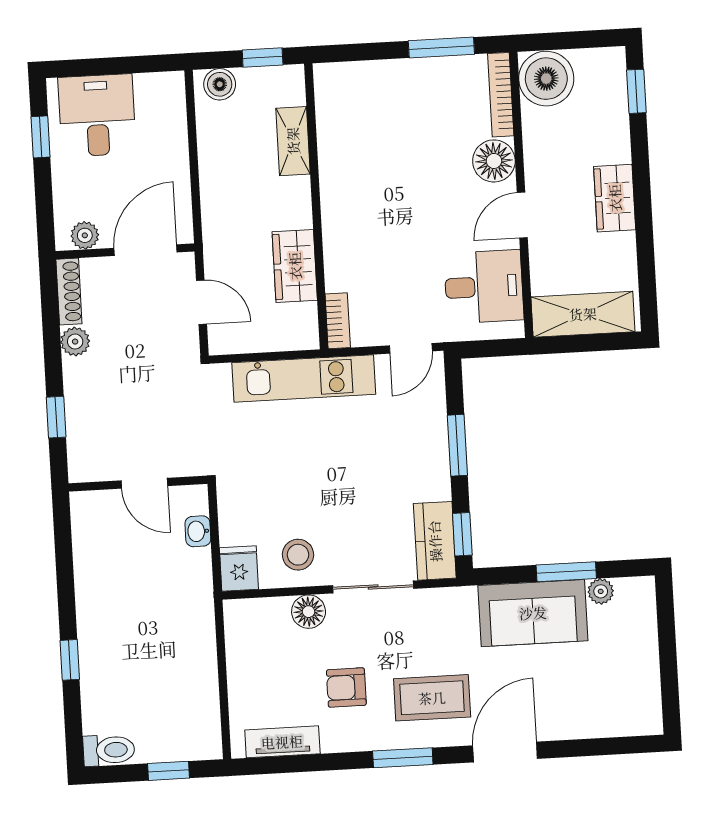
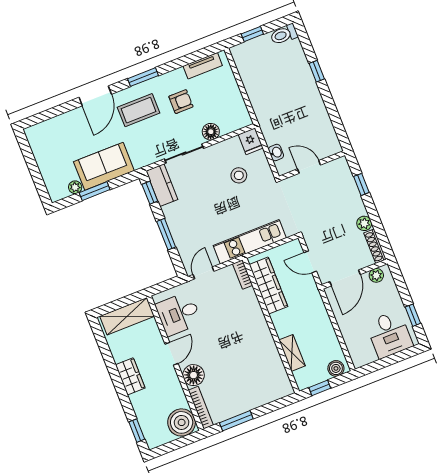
wardrobe: (295, 266) -> (268, 286), width x1.50
stool: (298, 555) -> (239, 175), moved

